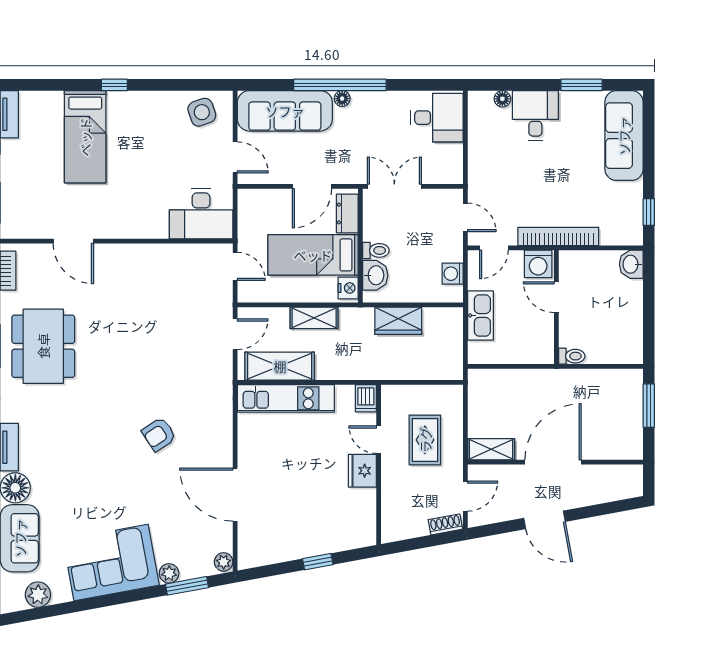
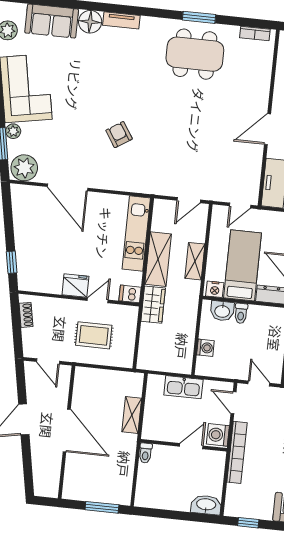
door: (465, 217) -> (259, 384), swing flipped
door: (73, 241) -> (267, 129), moved
washbasin: (631, 264) -> (206, 505), width x1.38
washing machine: (453, 274) -> (205, 348), moved, turned 90
wardrobe: (398, 321) -> (153, 305), moved, turned 180
door: (235, 334) -> (189, 200), hinge flipped
shelving: (280, 366) -> (158, 259), moved
shelving: (491, 449) -> (132, 415), moved
door: (235, 495) -> (67, 187), swing flipped
shoe rack: (445, 524) -> (26, 315), moved
plant: (224, 562) -> (24, 168), width x1.87, depth x1.87
window: (318, 562) -> (12, 262), moved

